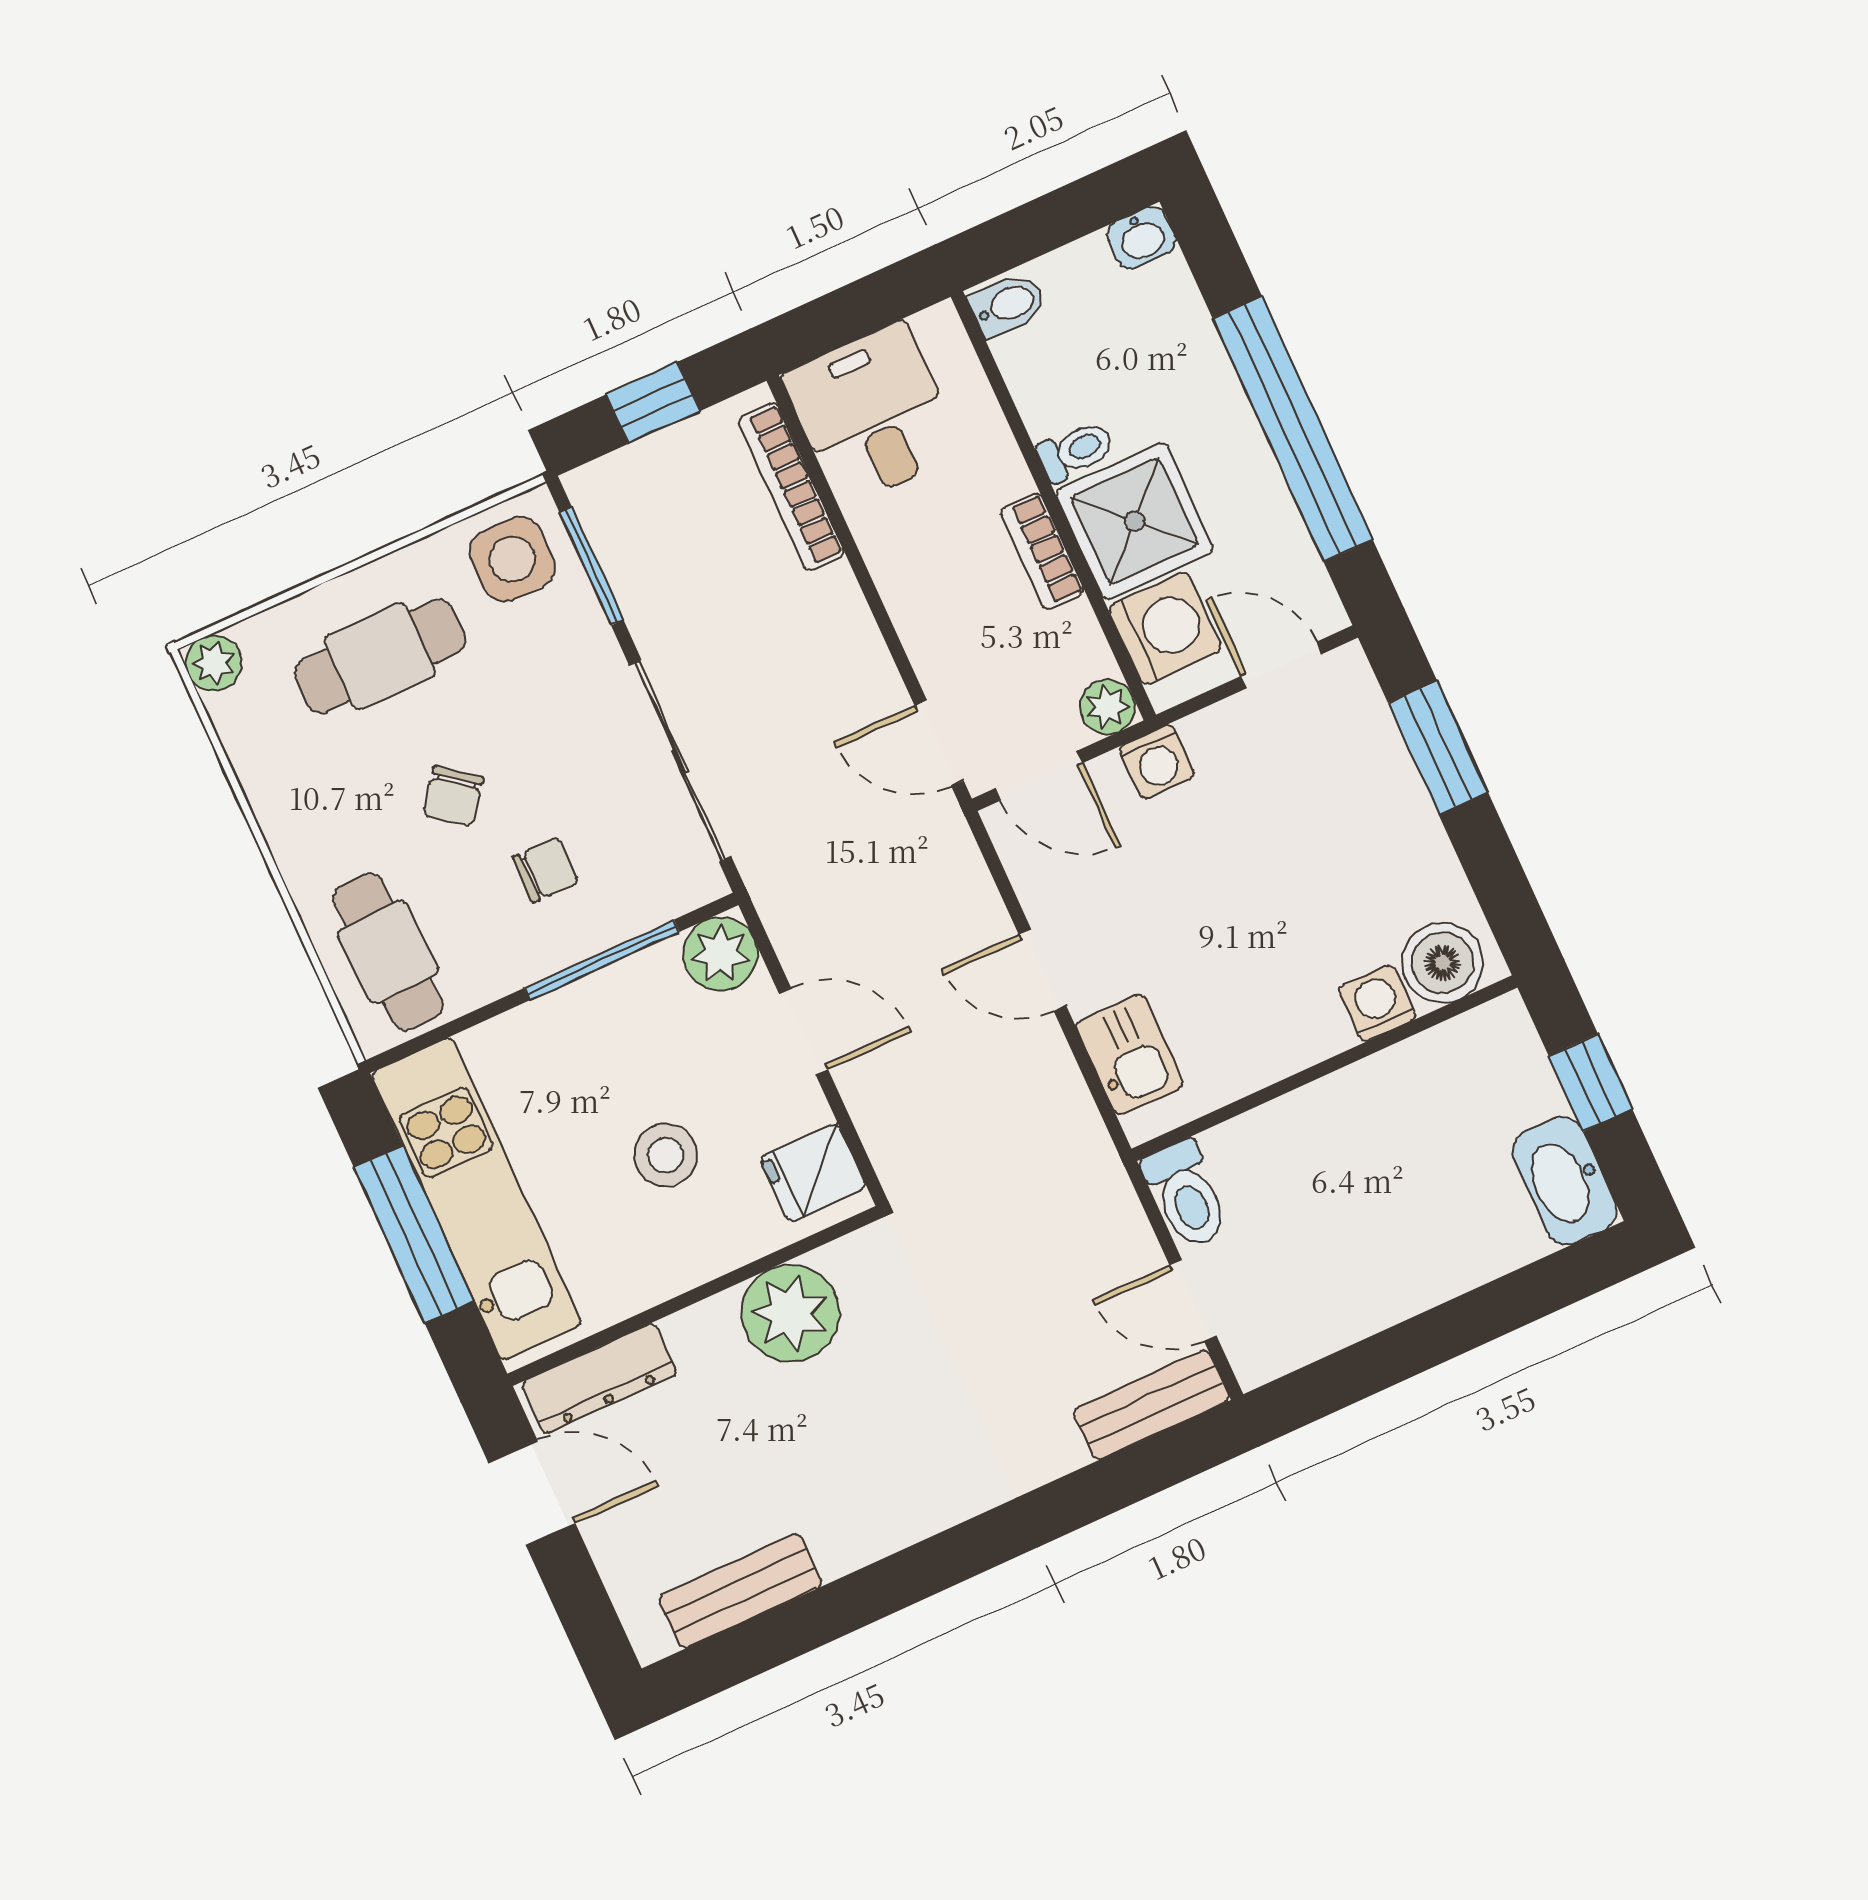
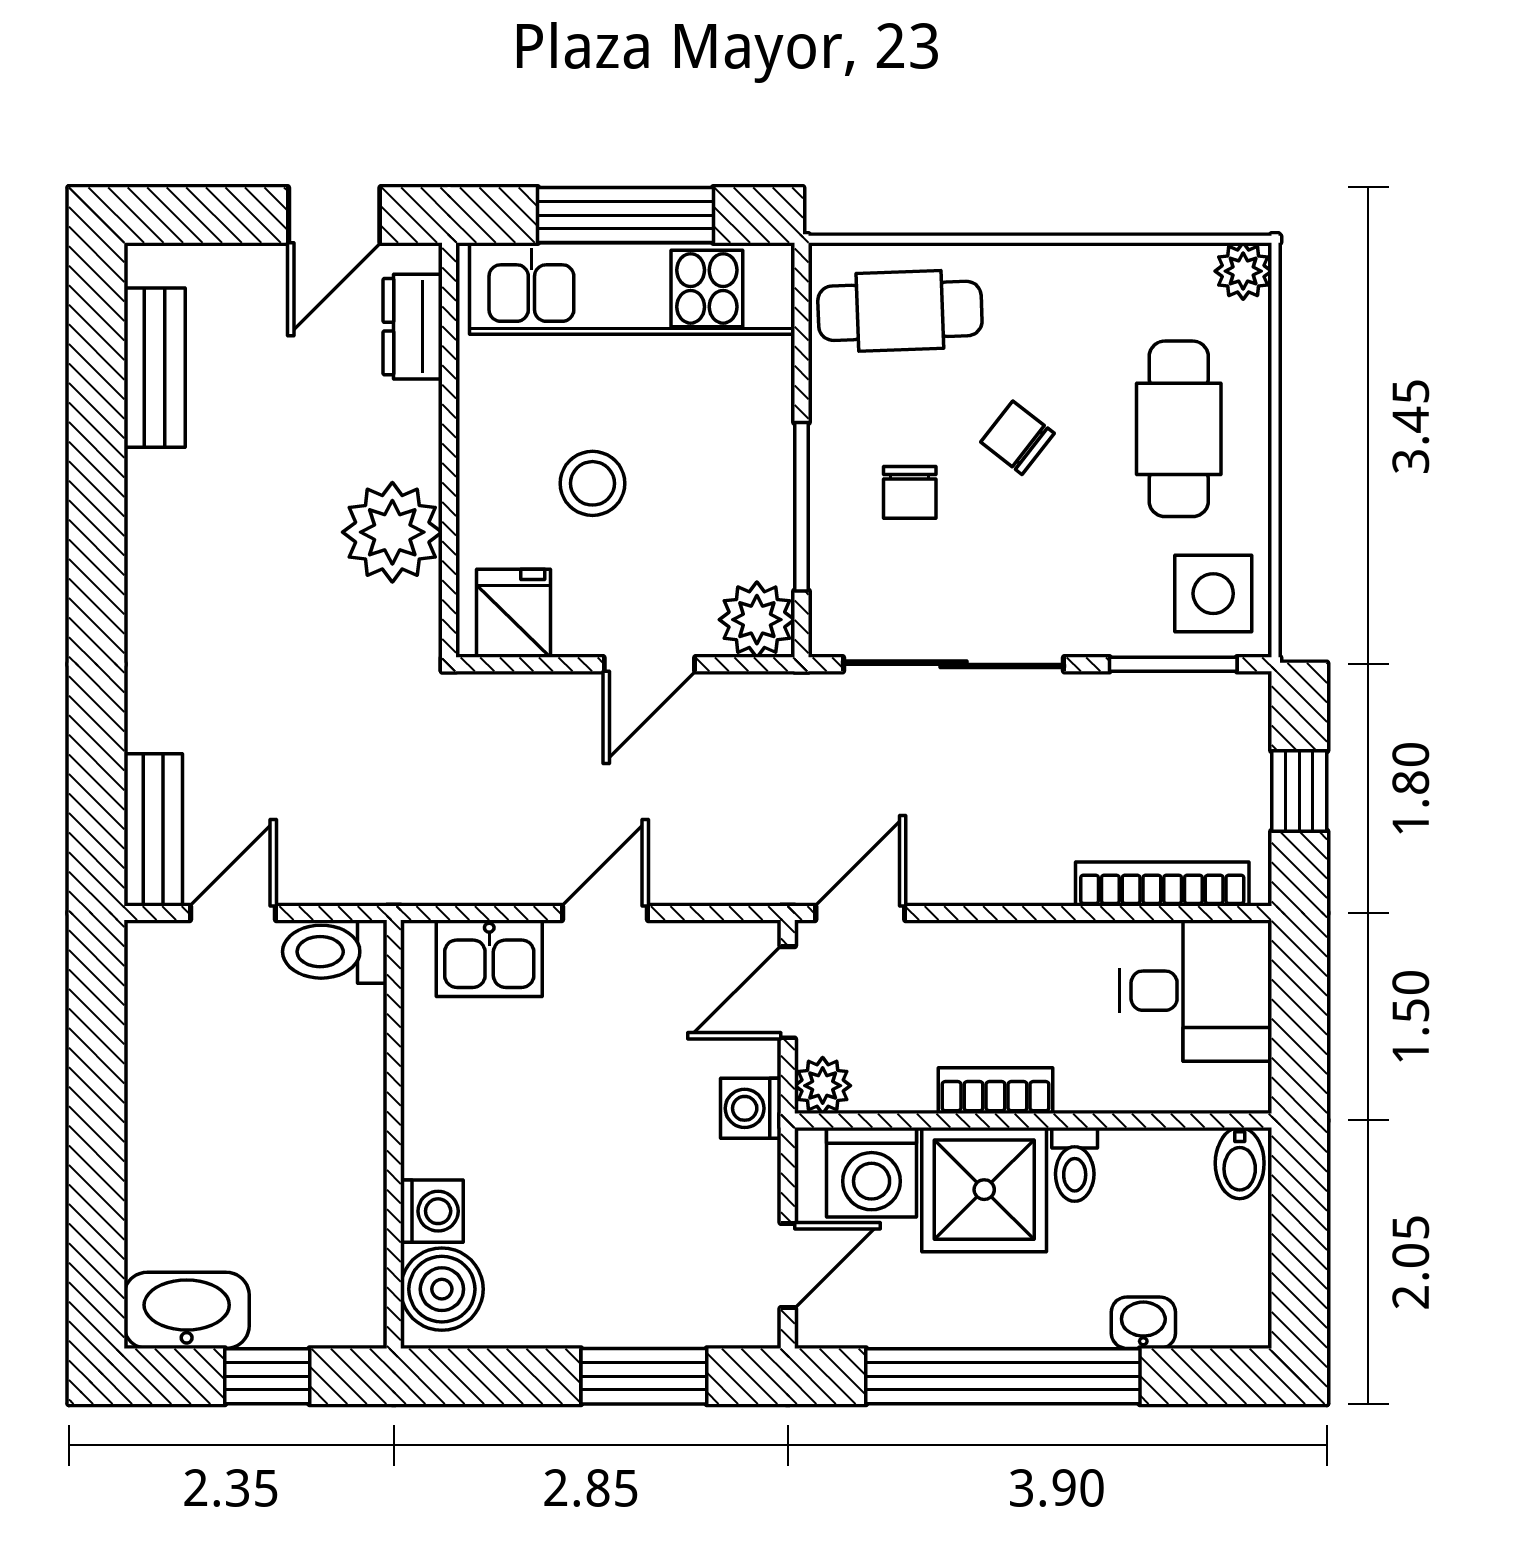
washbasin: (1141, 237) -> (1143, 1323), moved, turned 90
dresser: (599, 1378) -> (413, 327), width x0.70

